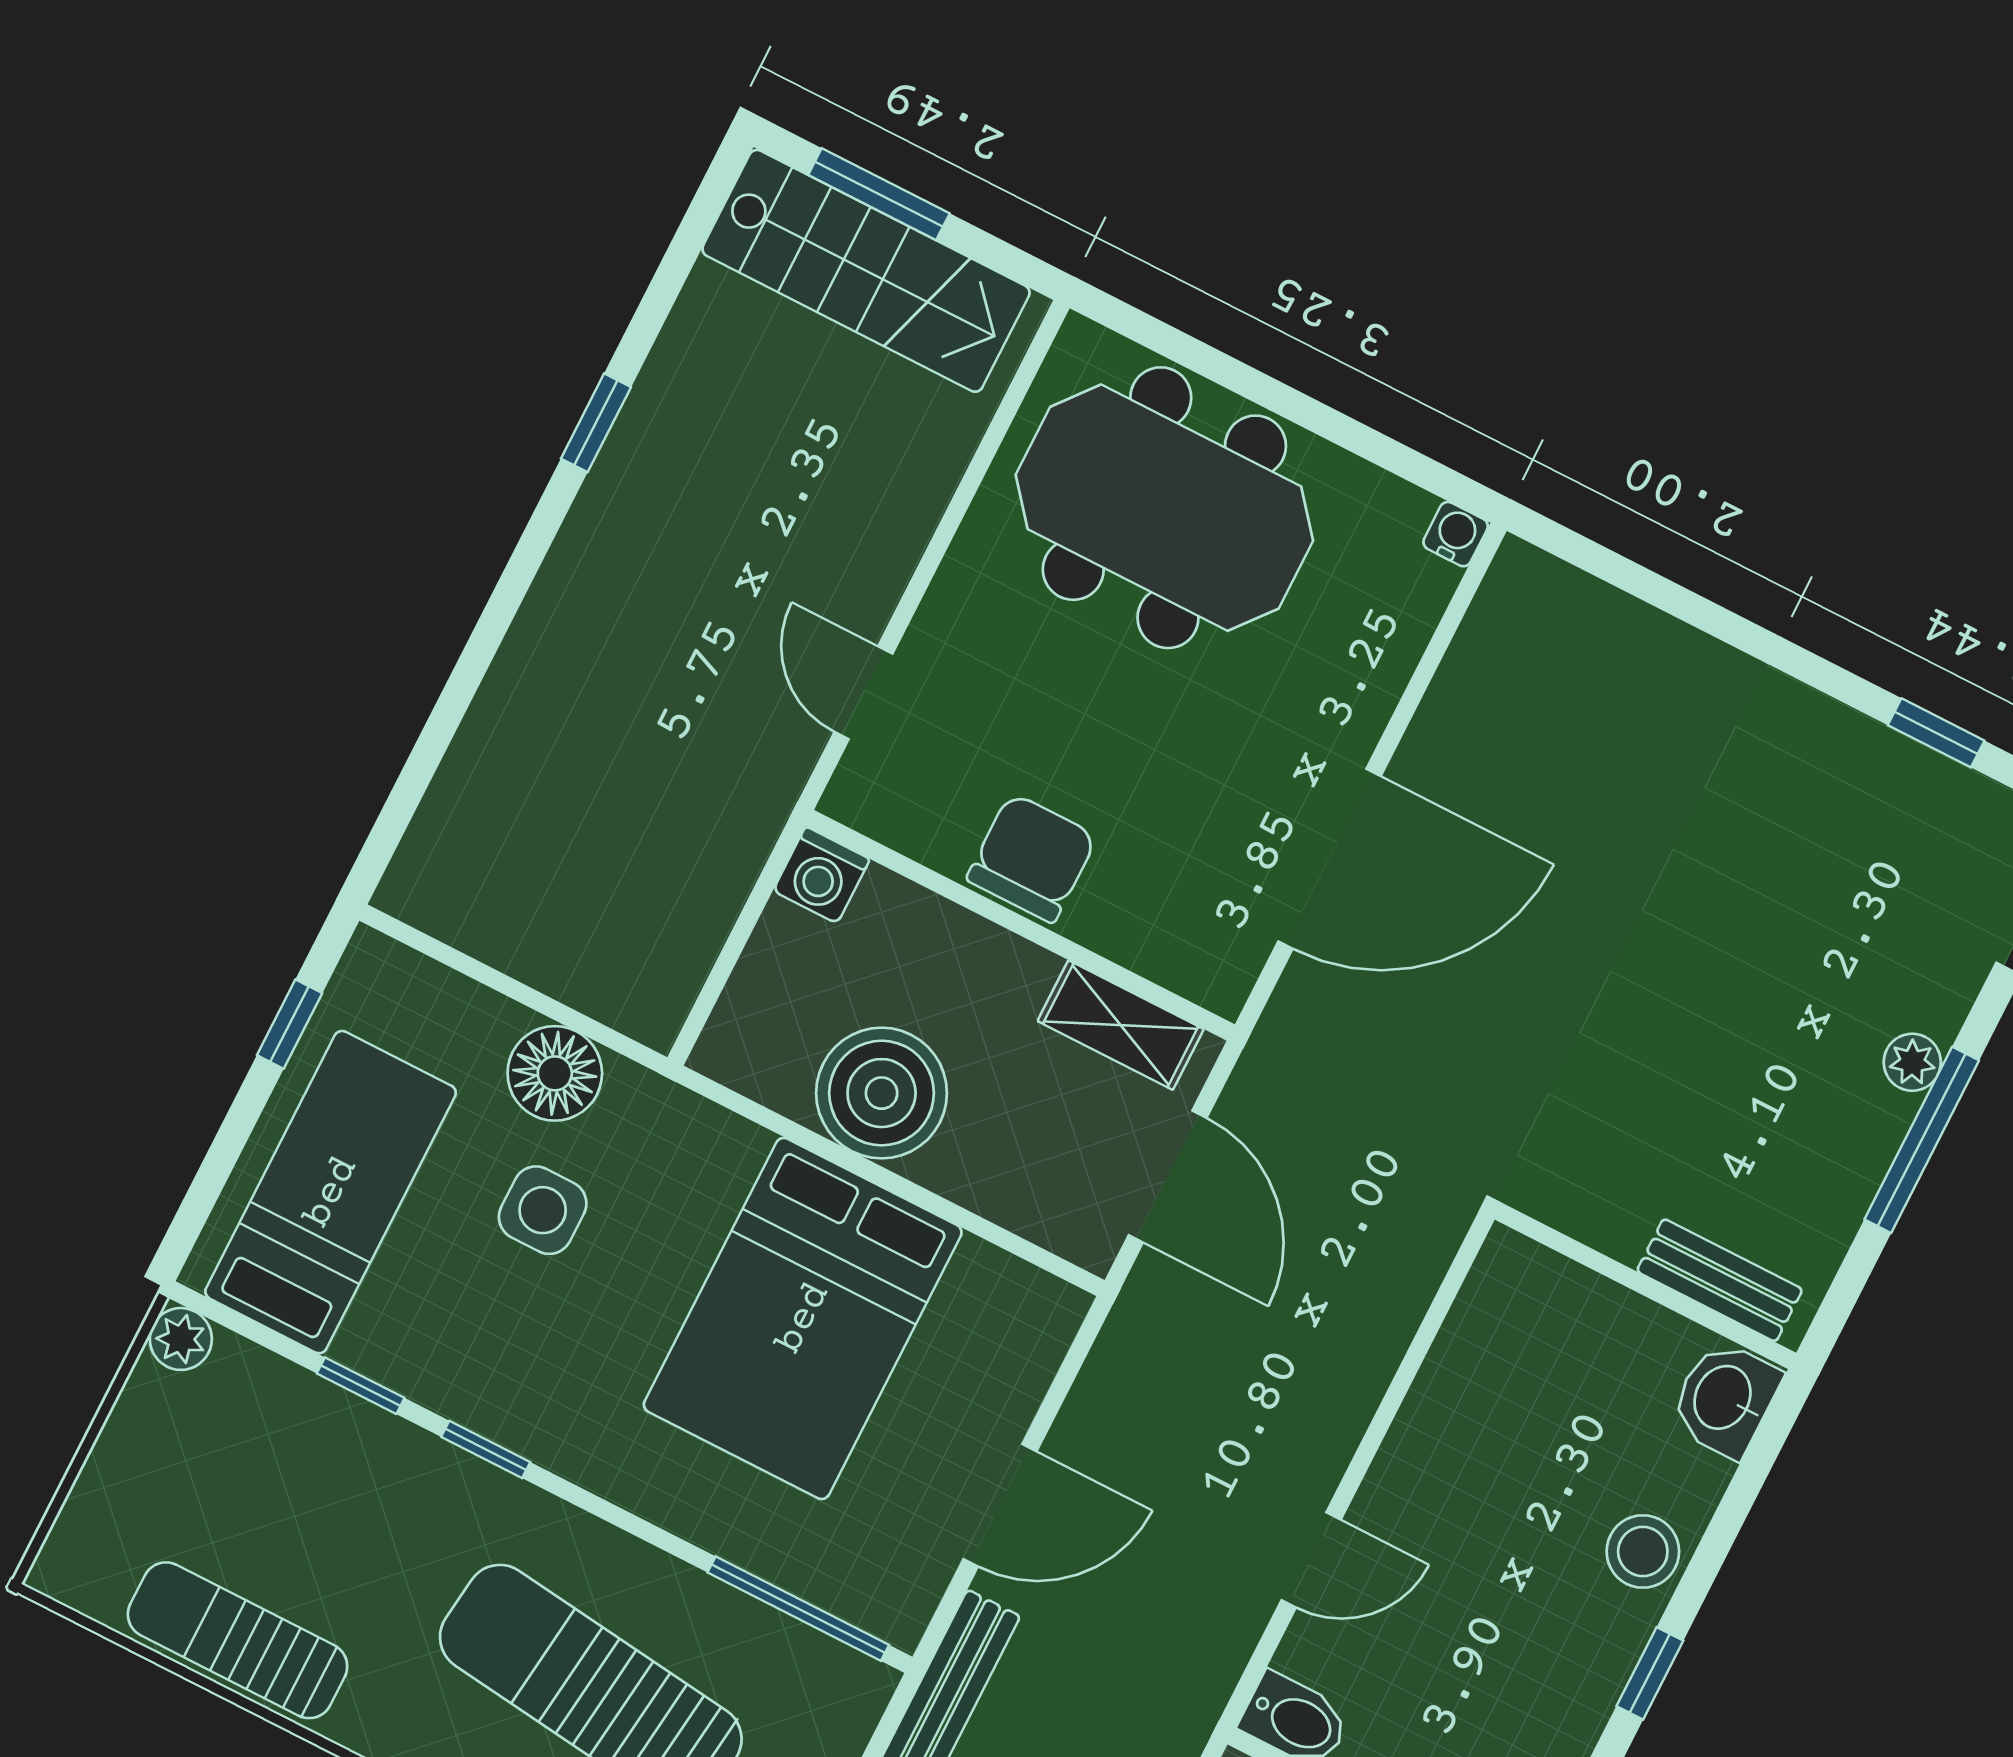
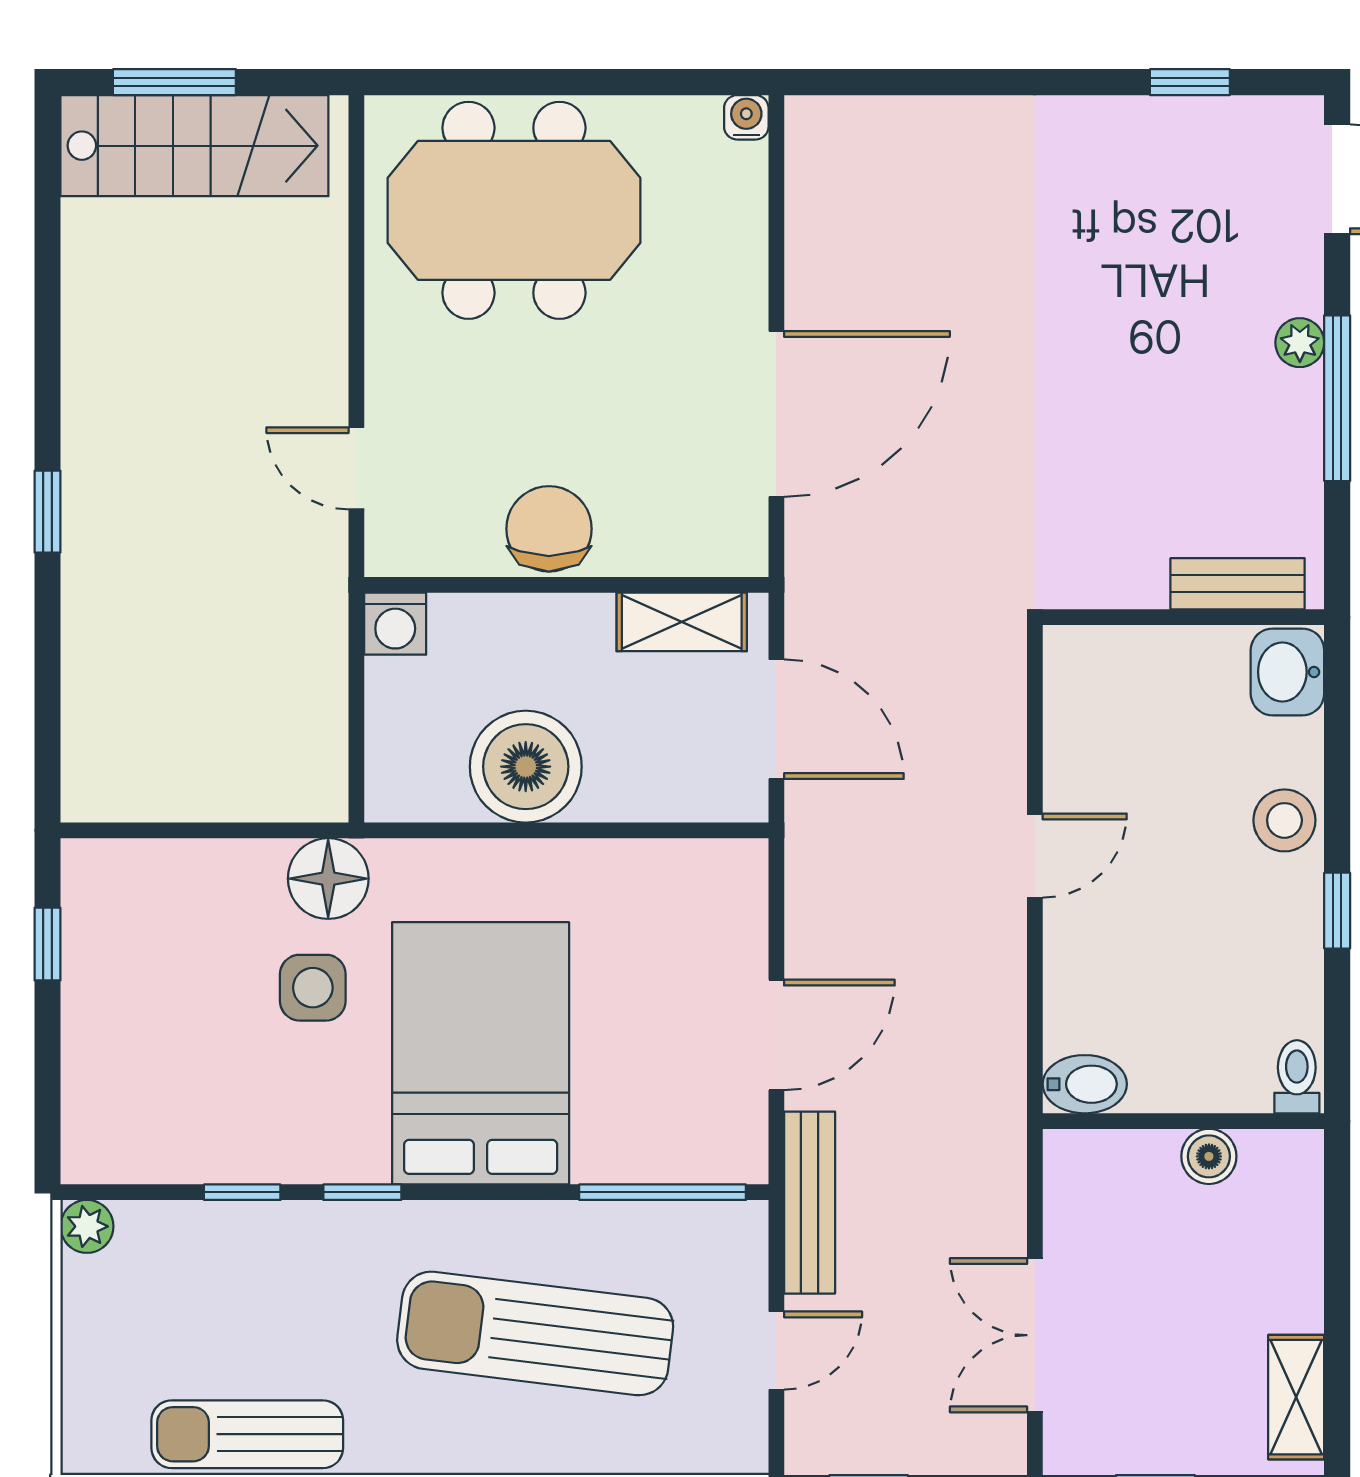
window: (596, 423) -> (47, 512), moved
floor lamp: (555, 1073) -> (328, 879), moved
bed: (331, 1192) -> (144, 1056), removed
bed: (803, 1318) -> (481, 1053), moved, turned 180
door: (1311, 1560) -> (1035, 856), moved

